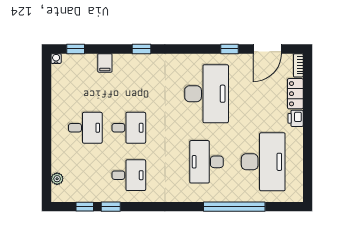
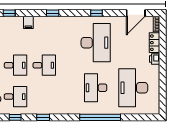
window: (229, 49) -> (97, 13), moved
desk: (263, 162) -> (133, 88), turned 180
desk: (129, 175) -> (15, 97), moved
window: (111, 207) -> (43, 117), moved
window: (234, 207) -> (100, 117), moved

